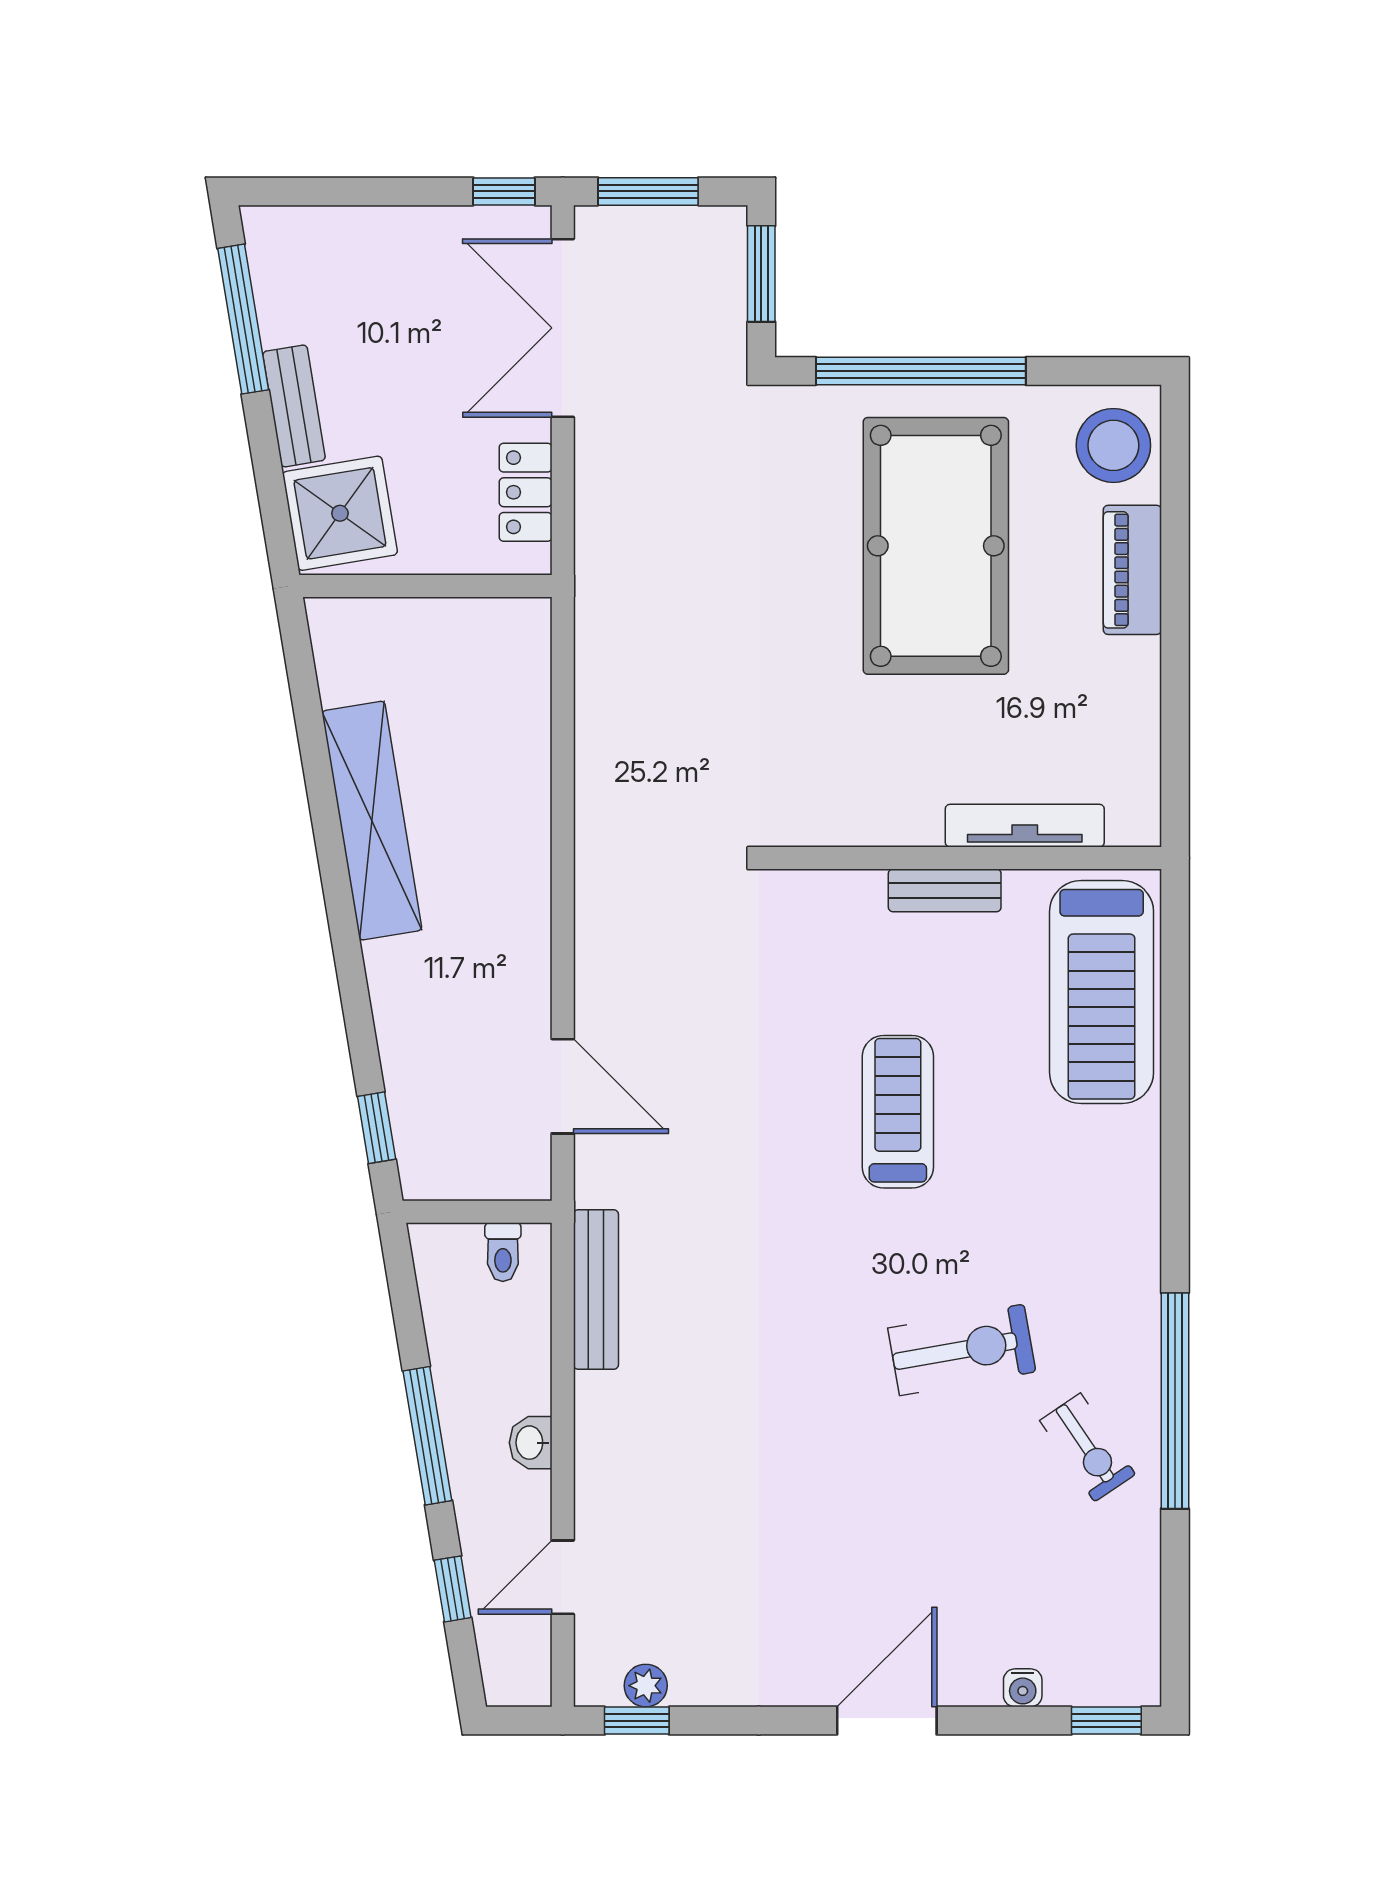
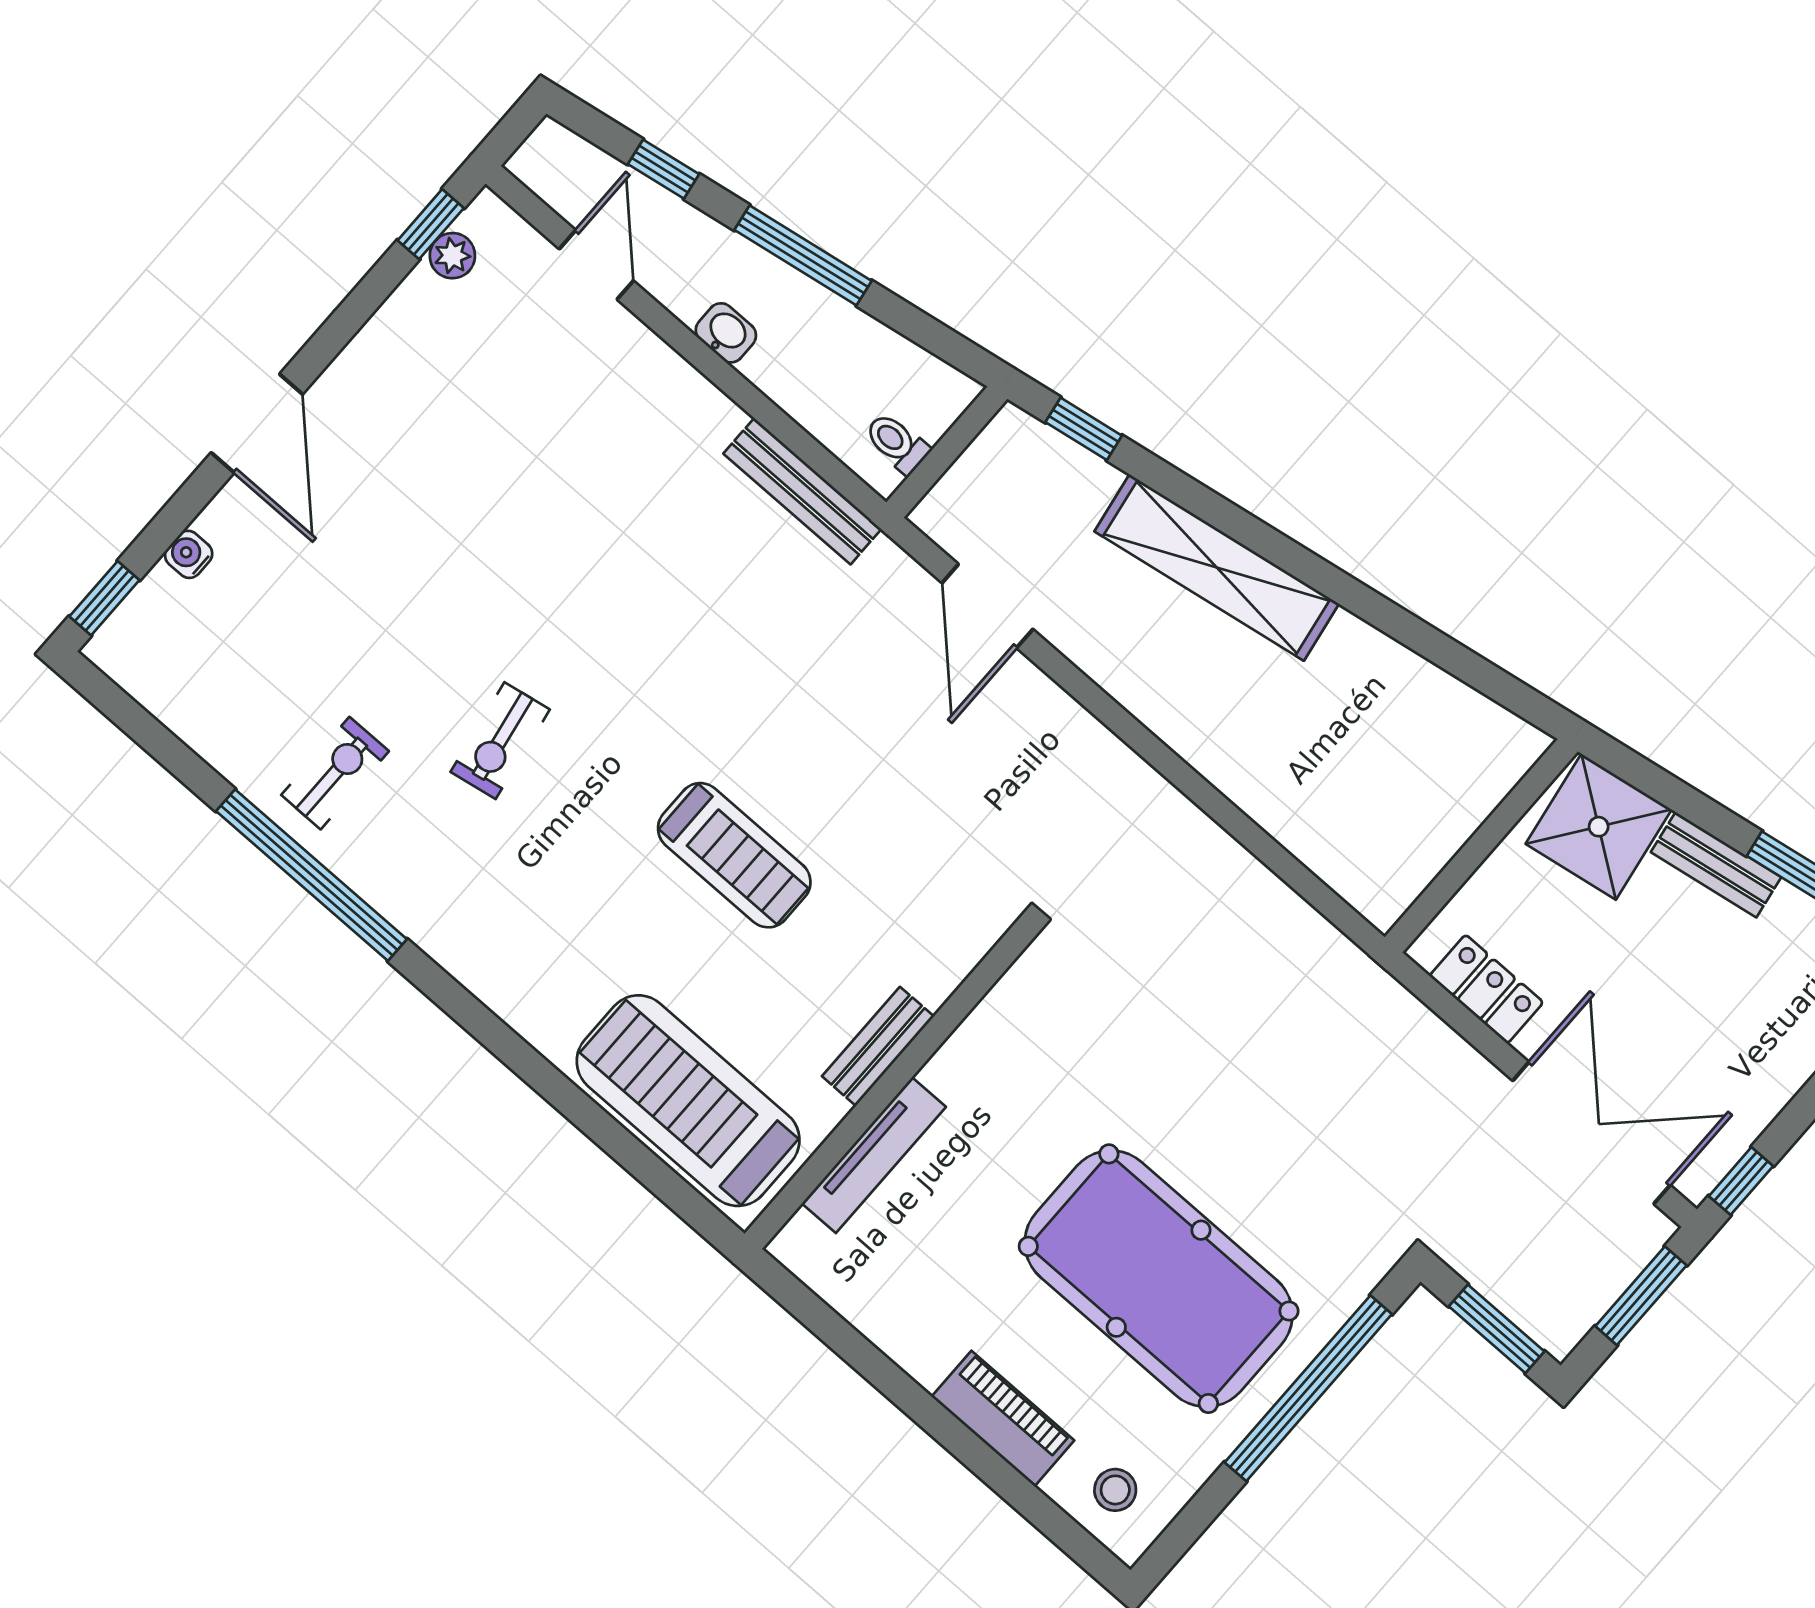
stool: (1113, 445) -> (1115, 1490), width x0.53, depth x0.53
shelving: (372, 821) -> (1217, 568), moved
door: (563, 1086) -> (987, 606), hinge flipped
exercise bike: (962, 1350) -> (500, 741), width x0.73, depth x0.72
exercise bike: (1088, 1447) -> (335, 773), turned 124

